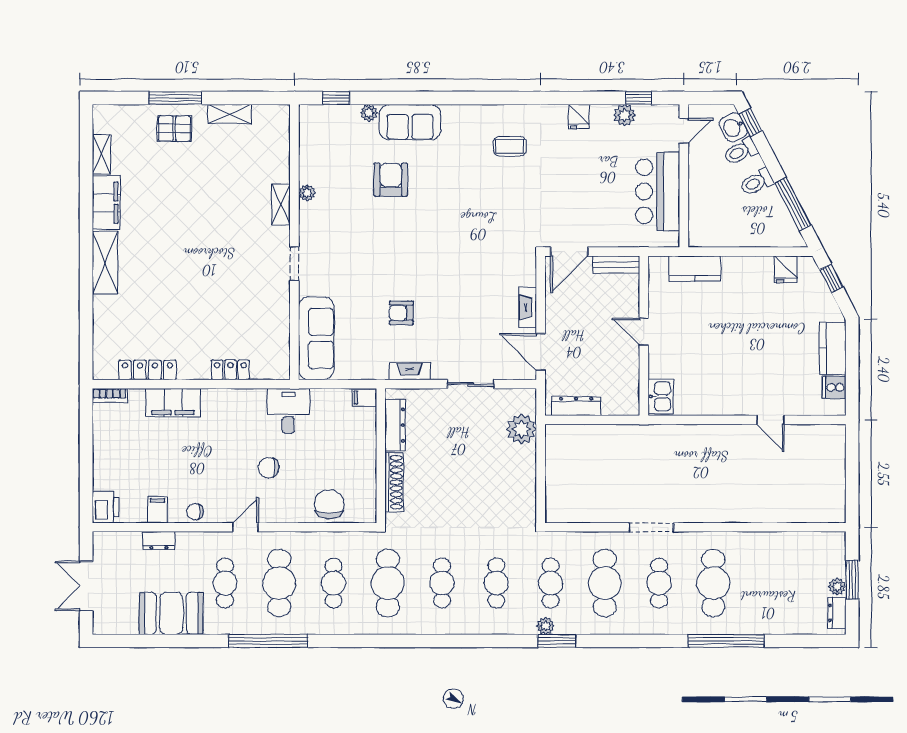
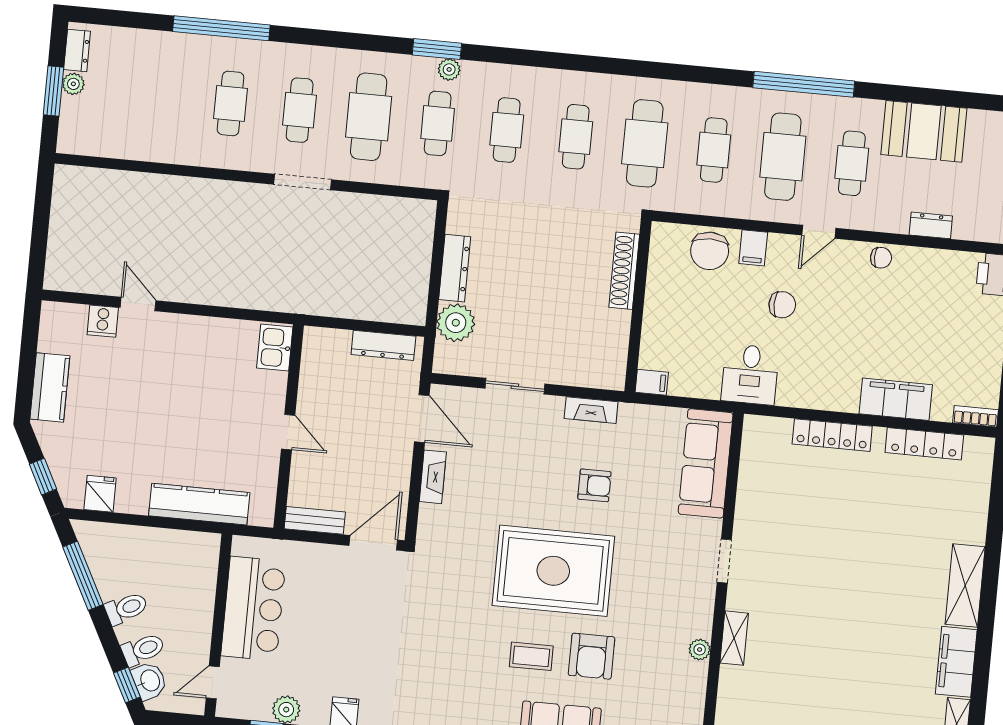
coffee table: (510, 146) -> (531, 656), moved
rug: (427, 243) -> (553, 571), added
kitchen counter: (695, 269) -> (199, 504), width x1.50
locker: (230, 370) -> (832, 435), width x1.53
cooker: (834, 387) -> (103, 321), moved, turned 90
dresser: (395, 425) -> (455, 268), moved, turned 180
filing cabinet: (158, 510) -> (753, 248), moved
cafe table: (713, 583) -> (231, 103), width x0.73, depth x0.74

